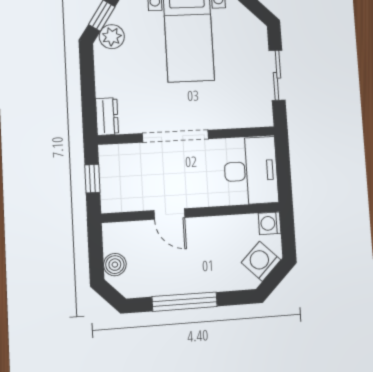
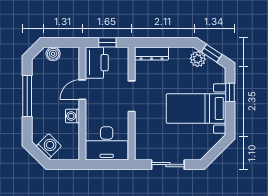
dresser: (107, 116) -> (152, 53), width x1.44
doorway: (175, 136) -> (132, 96), width x0.73
printer: (126, 194) -> (97, 63), added
washing machine: (270, 223) -> (72, 116), moved, turned -90

